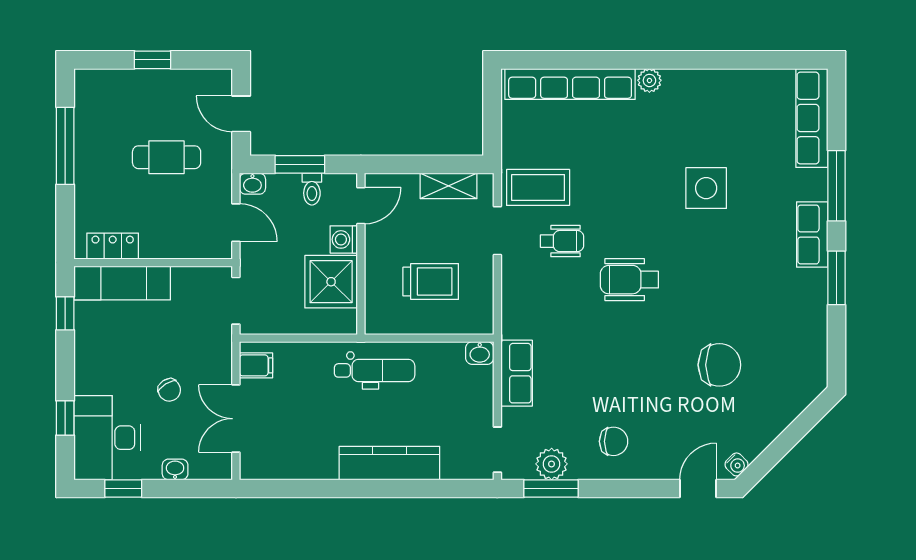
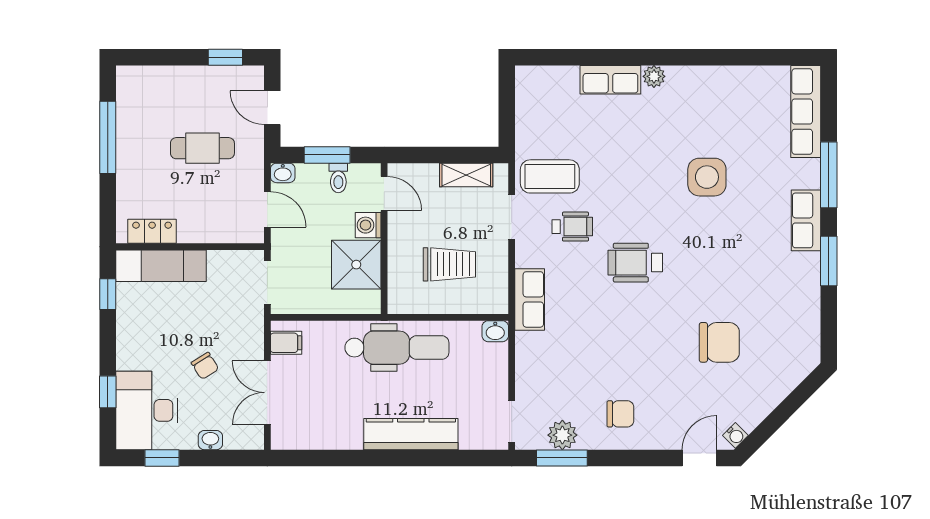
window: (152, 60) -> (225, 57), moved
row of seats: (570, 84) -> (610, 80), width x0.50
door: (361, 206) -> (384, 194), hinge flipped
dental chair: (375, 370) -> (397, 348), width x1.36, depth x1.38
row of seats: (517, 373) -> (530, 299), moved

